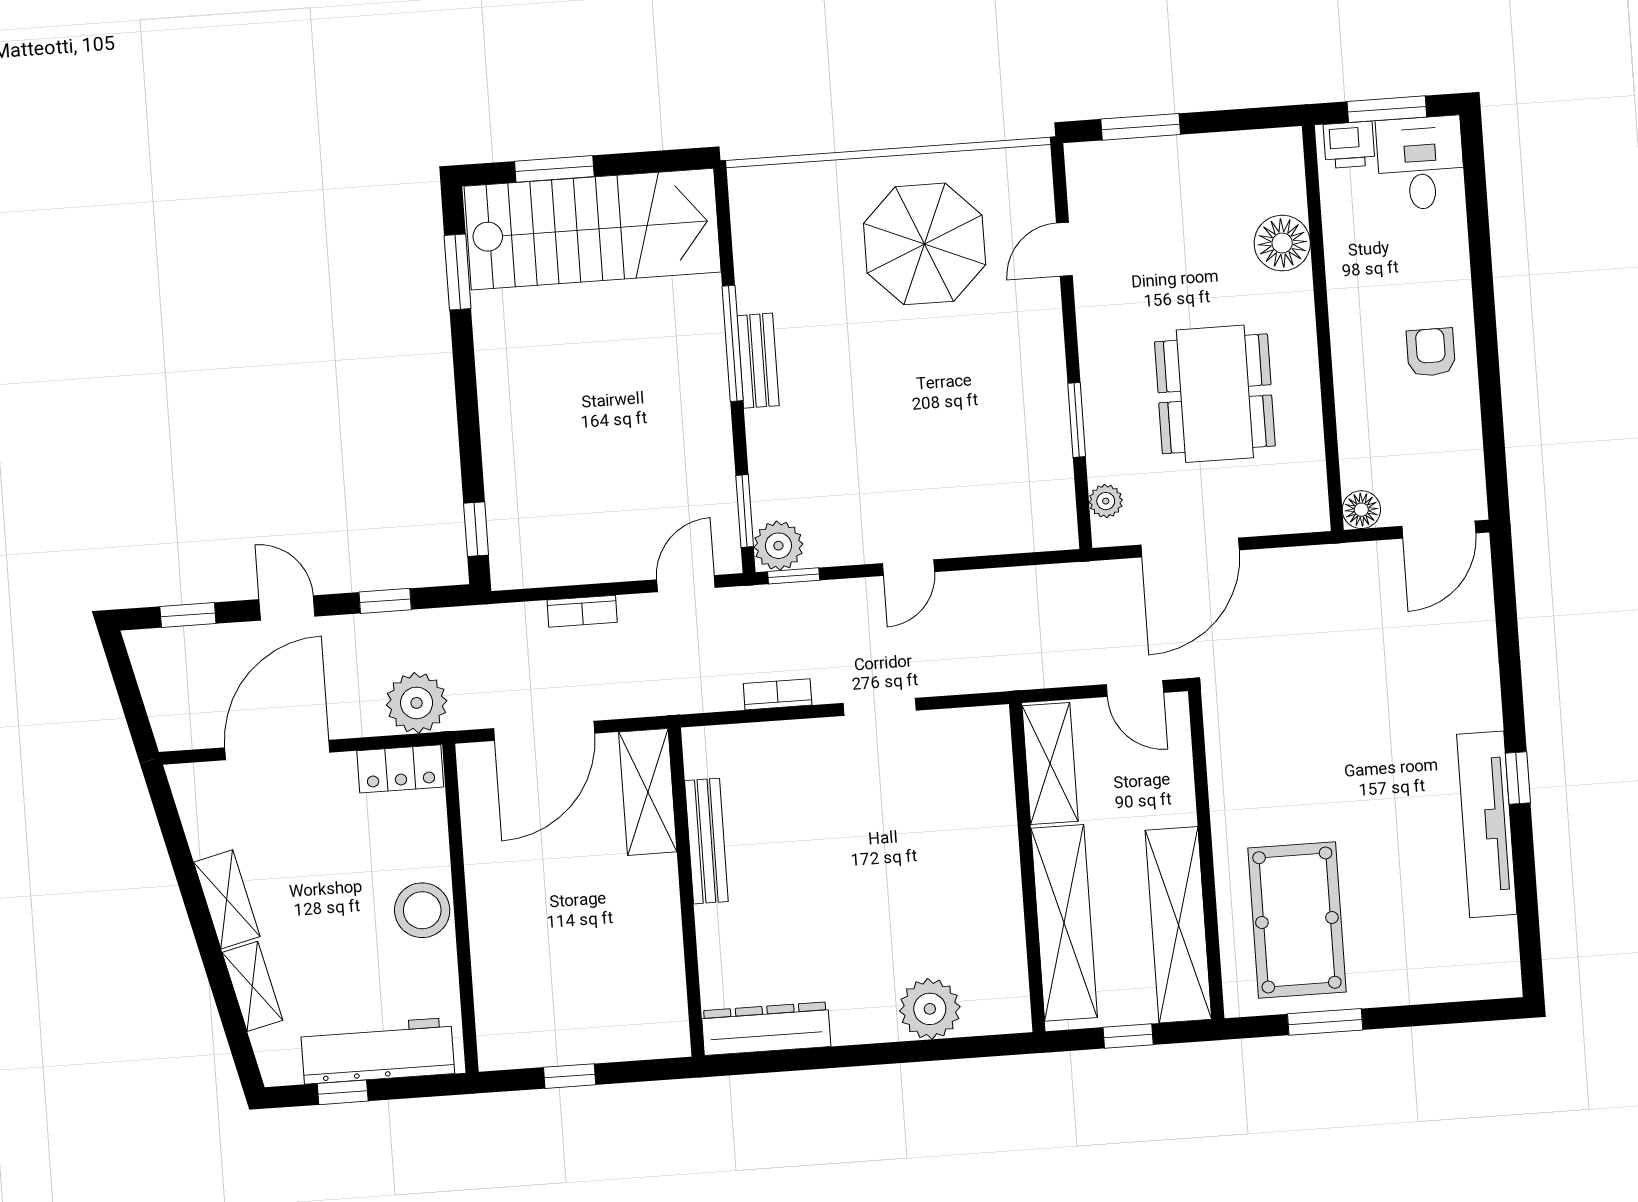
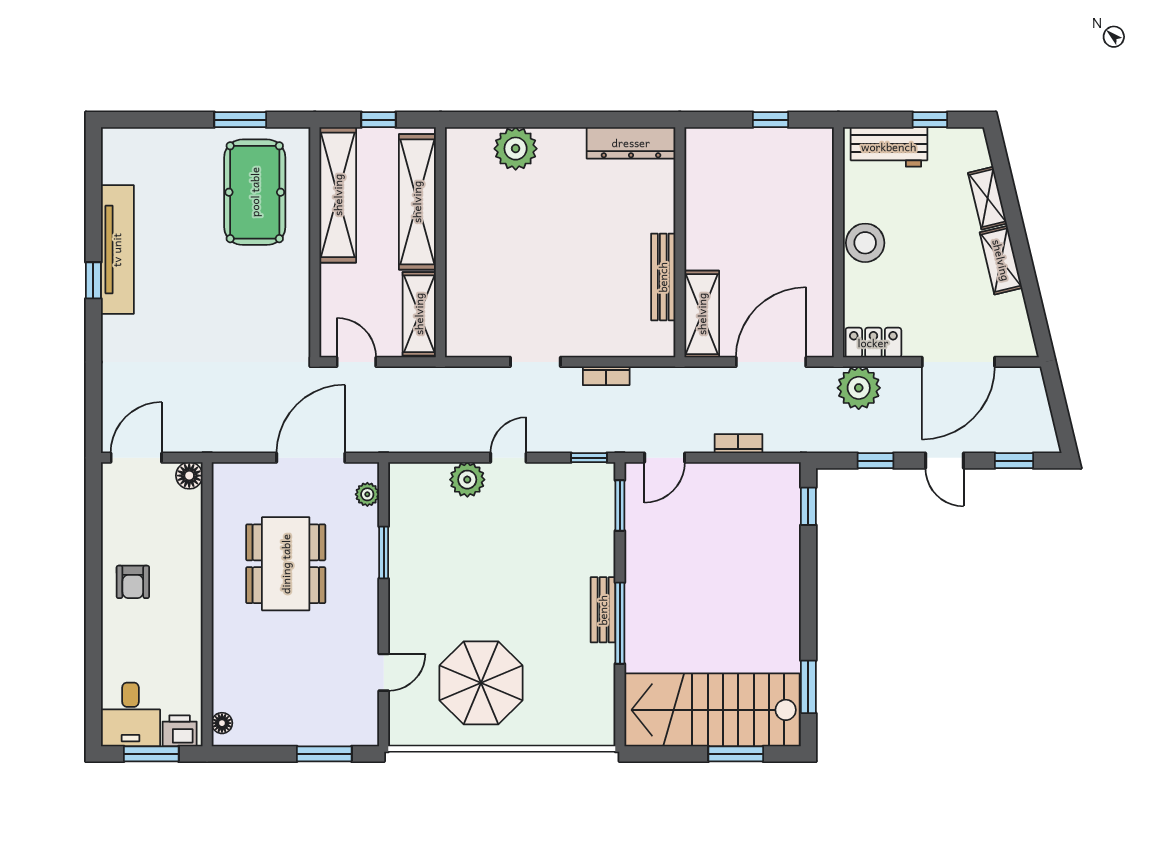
floor lamp: (1282, 243) -> (222, 723), moved, width x0.53, depth x0.53
plant: (778, 546) -> (467, 480), moved
workbench: (378, 1051) -> (889, 147), width x0.73

